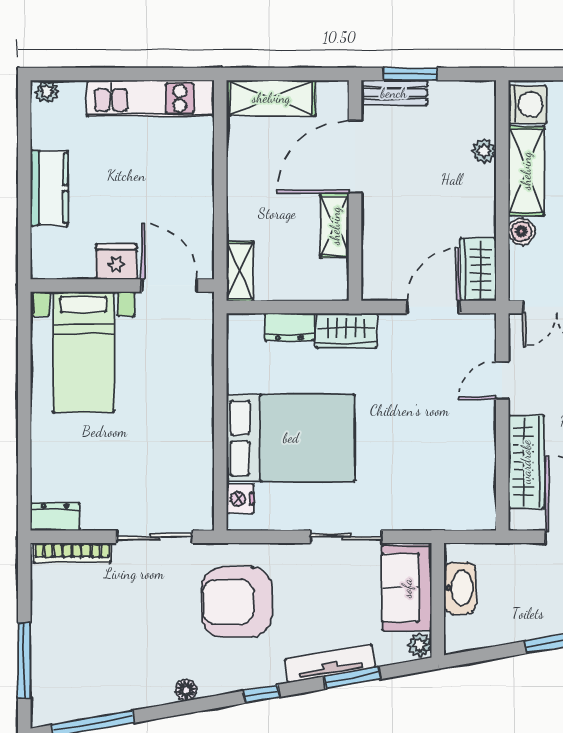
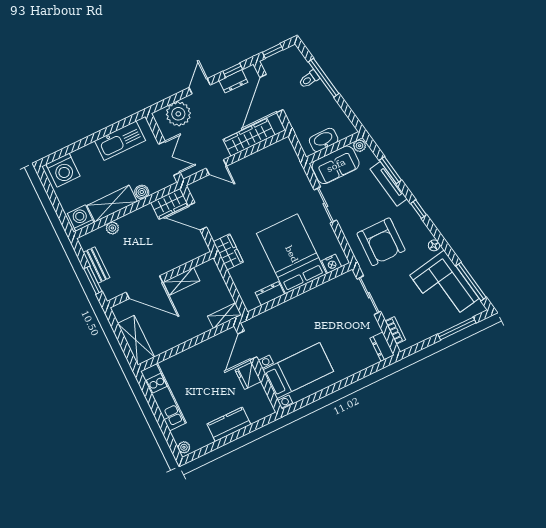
bench: (394, 93) -> (97, 265), moved
dresser: (289, 327) -> (270, 293), moved, turned -90
bookcase: (72, 553) -> (395, 330), width x0.64
corner sofa: (106, 674) -> (444, 287), added

